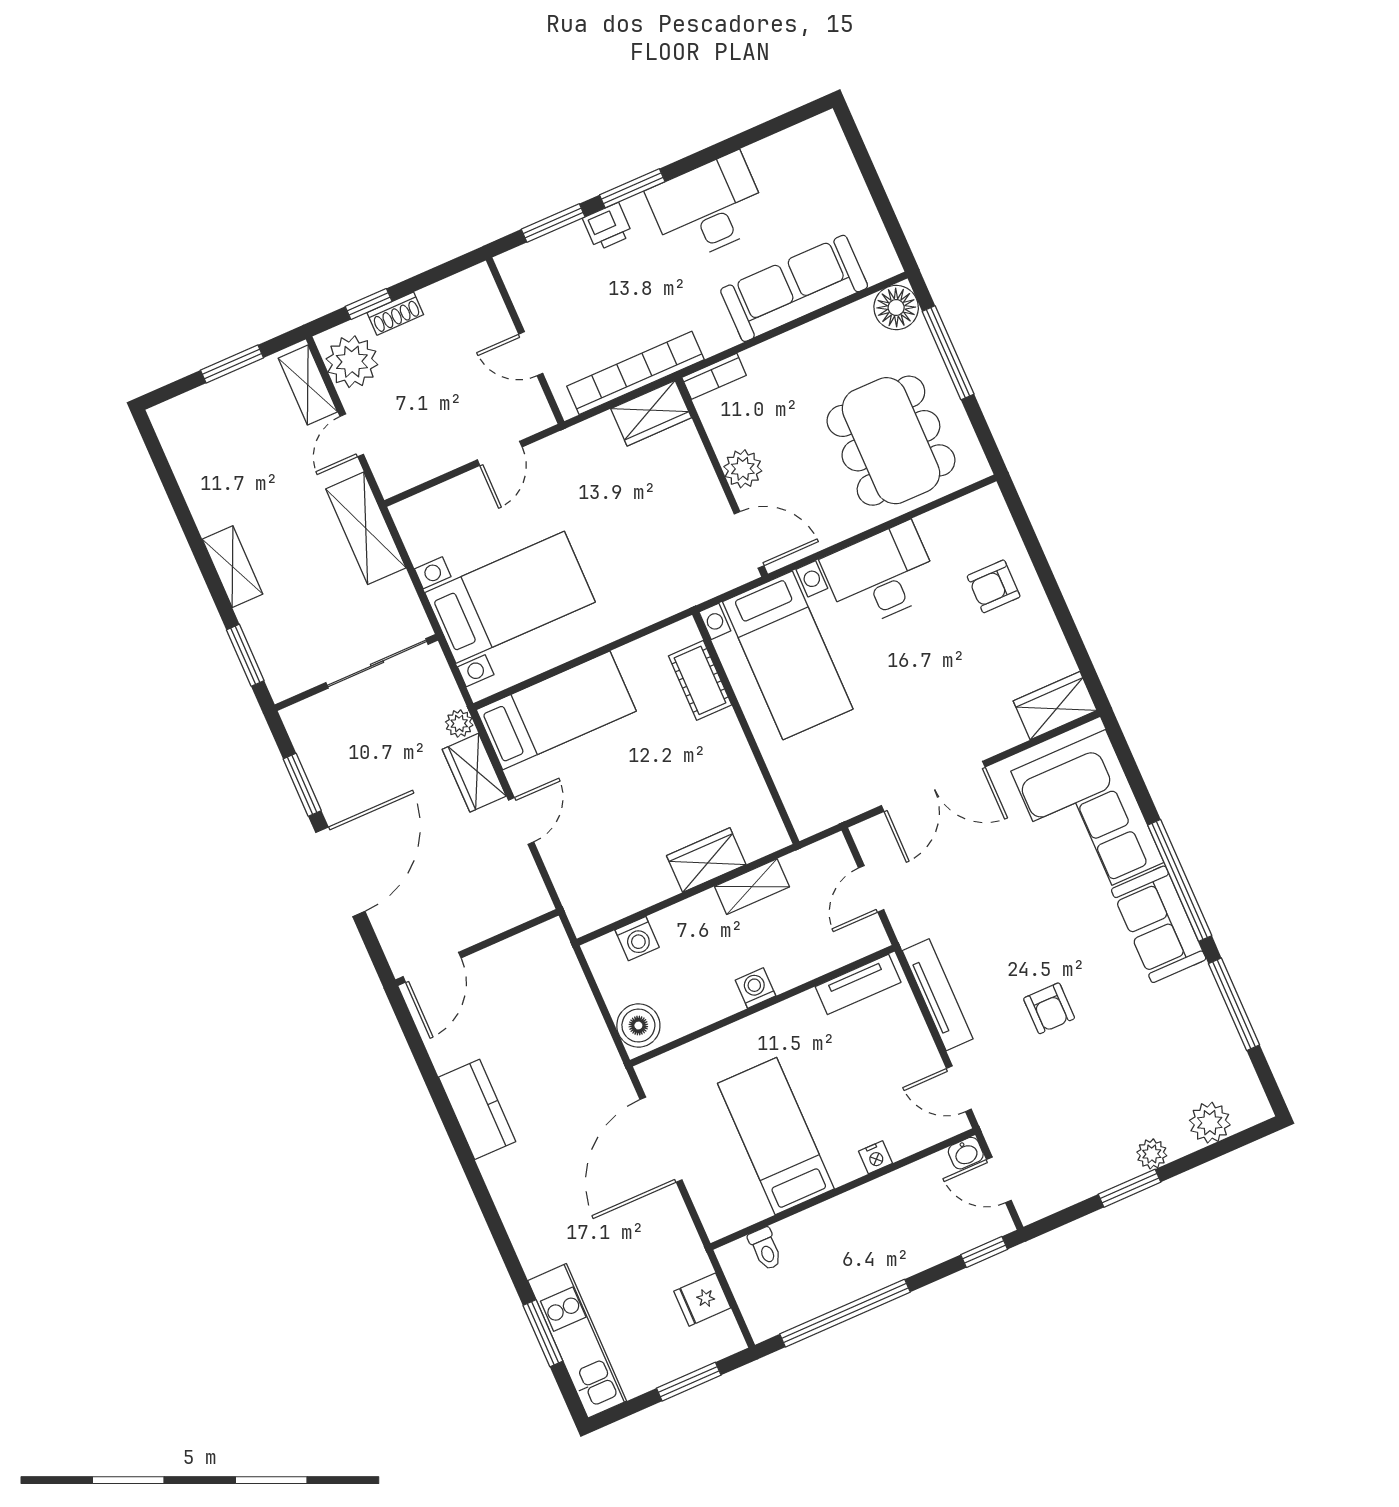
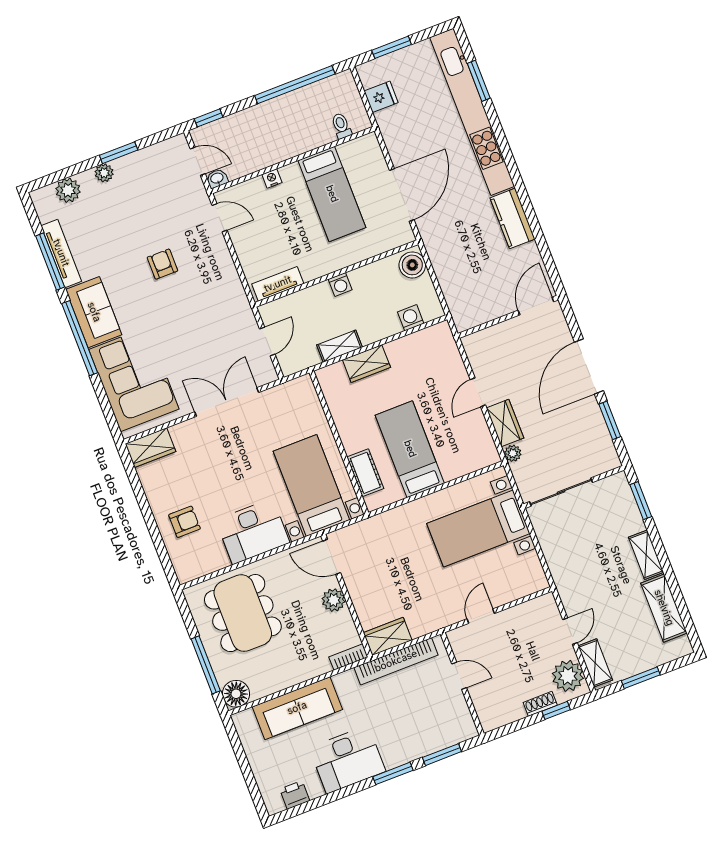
printer: (608, 227) -> (295, 795), moved
shelving: (366, 528) -> (664, 608), moved
bed: (556, 710) -> (410, 449), moved, turned 90
tv unit: (938, 995) -> (61, 253), moved, turned 180
kitchen unit: (577, 1341) -> (472, 112), width x1.86

